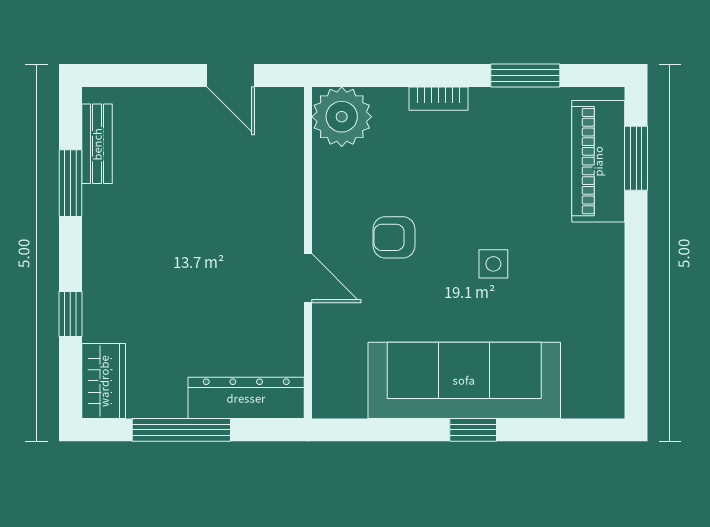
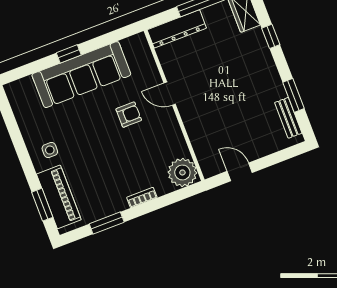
armchair: (394, 237) -> (129, 115), moved
side table: (493, 264) -> (50, 150), moved

